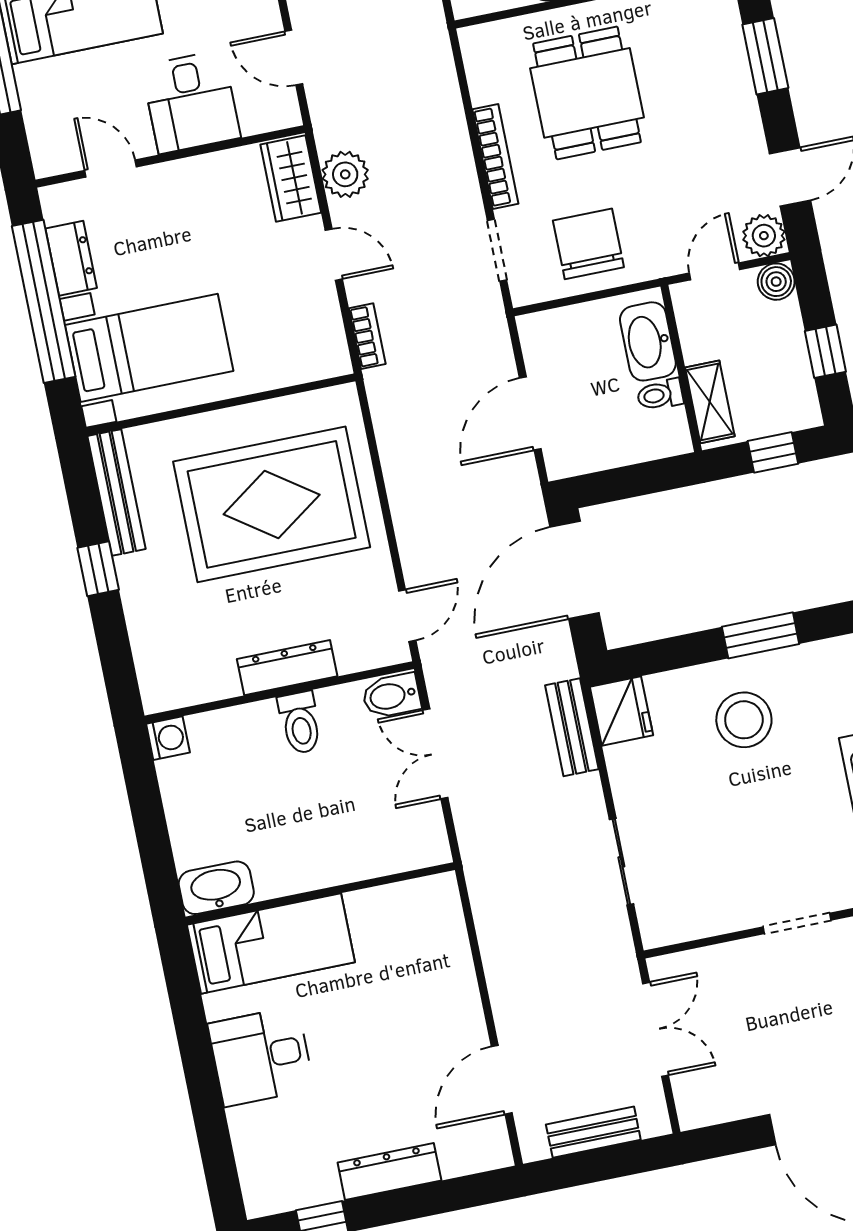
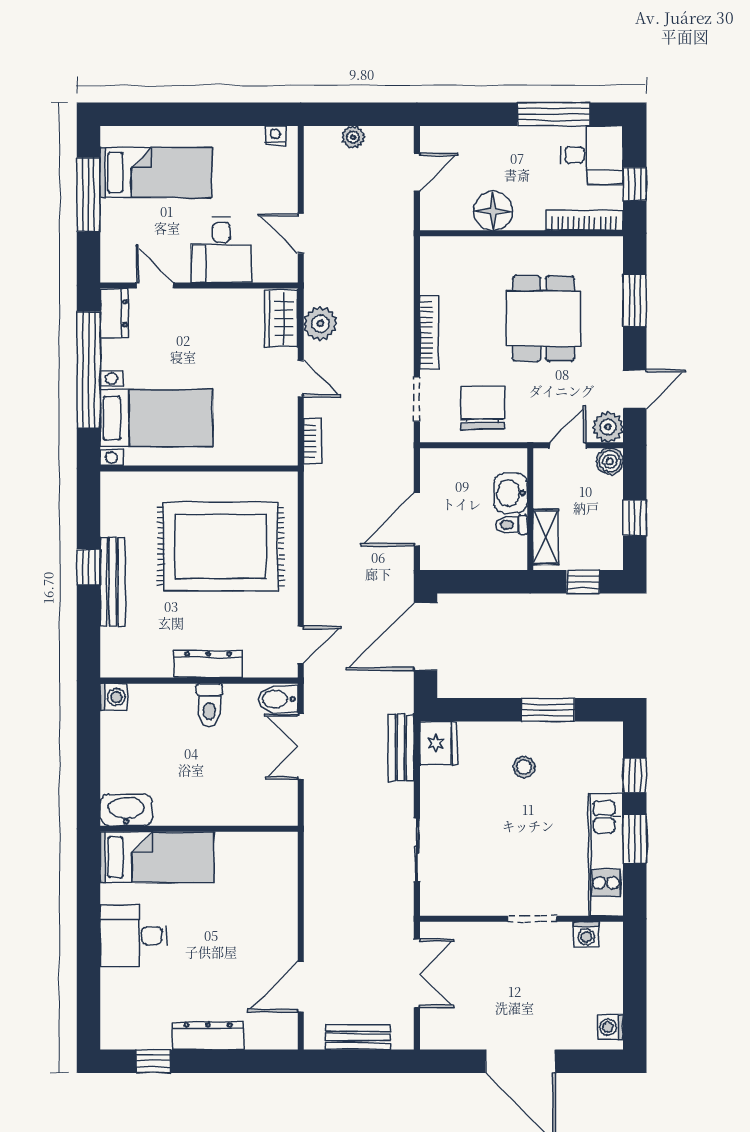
dining table: (587, 93) -> (543, 319), moved
dresser: (71, 258) -> (114, 313), moved
washbasin: (648, 341) -> (511, 493), width x0.72
bench: (117, 493) -> (113, 582), moved
stool: (744, 720) -> (524, 767), width x0.53, depth x0.53

